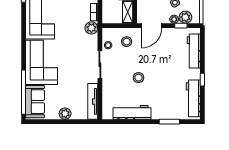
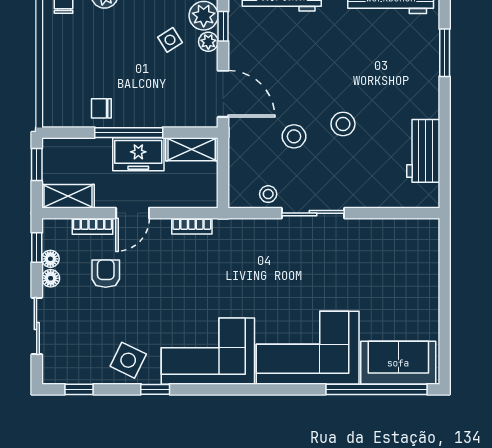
plant: (91, 28) -> (228, 233), removed
stool: (127, 42) -> (294, 136), moved
tv unit: (93, 101) -> (398, 229), removed
workbench: (132, 112) -> (423, 151), width x0.73
plant: (65, 114) -> (426, 293), removed

